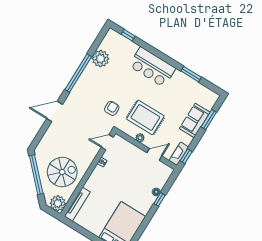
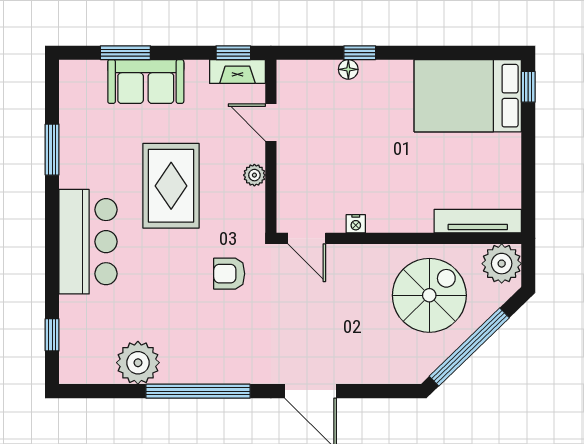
rug: (145, 117) -> (171, 186), moved
spiral stairs: (62, 172) -> (429, 295), turned 90

